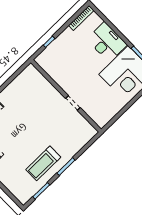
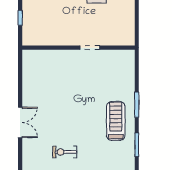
treadmill: (43, 163) -> (116, 121), turned 180

